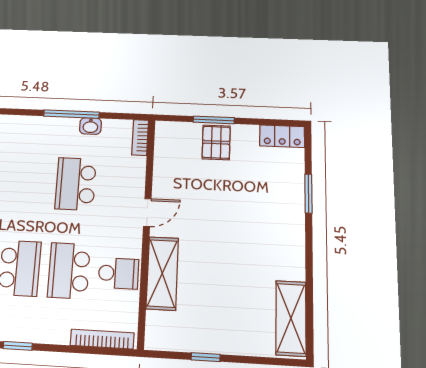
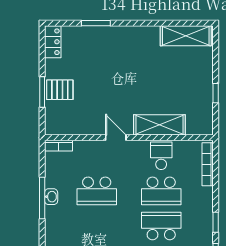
washbasin: (90, 126) -> (51, 197), moved

